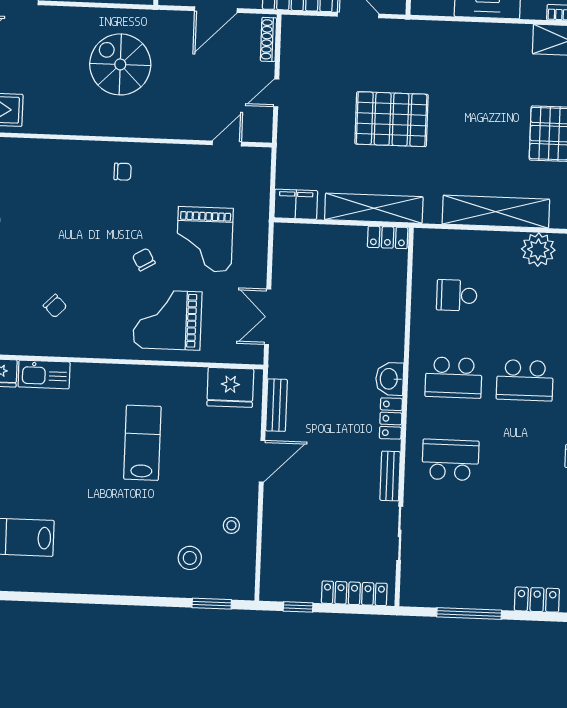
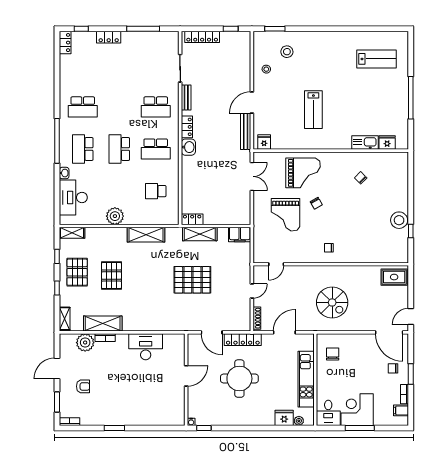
shelving: (374, 208) -> (200, 234), width x0.68
shelving: (496, 212) -> (146, 235), width x0.68
grand piano: (205, 239) -> (286, 215), turned 180
school desk: (457, 295) -> (156, 191), turned 180
school desk: (454, 378) -> (156, 149), turned 180
school desk: (525, 380) -> (119, 149), turned -90
fridge: (230, 387) -> (264, 142), width x0.53, depth x0.75
bench: (277, 405) -> (246, 131), width x1.36

